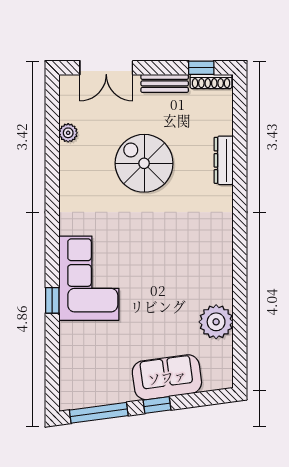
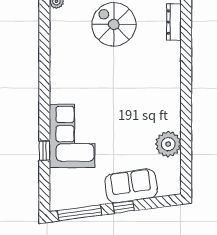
corner sofa: (89, 278) -> (72, 136), moved
window: (52, 300) -> (44, 151), moved

